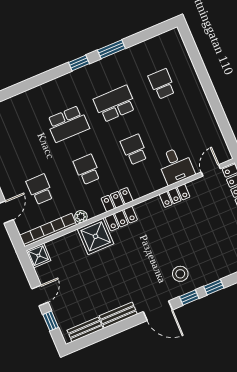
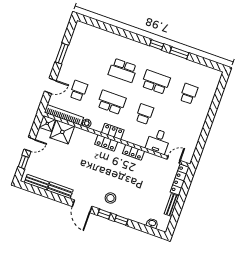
school desk: (87, 170) -> (111, 102), width x1.85
locker: (175, 196) -> (133, 152), moved
shower: (96, 236) -> (62, 132), moved

